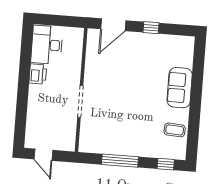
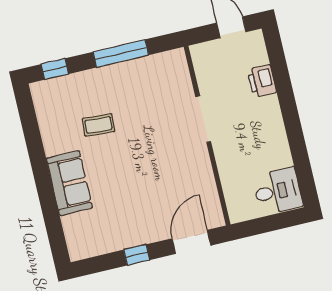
desk: (47, 45) -> (278, 191), width x0.73
printer: (38, 74) -> (262, 81), moved
coffee table: (175, 130) -> (98, 125), moved

